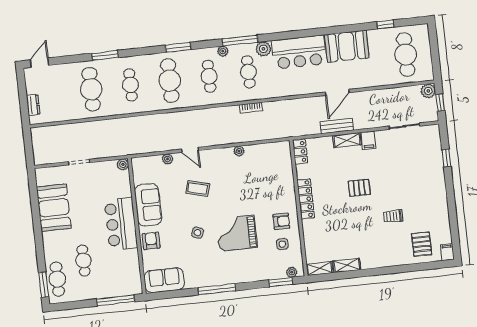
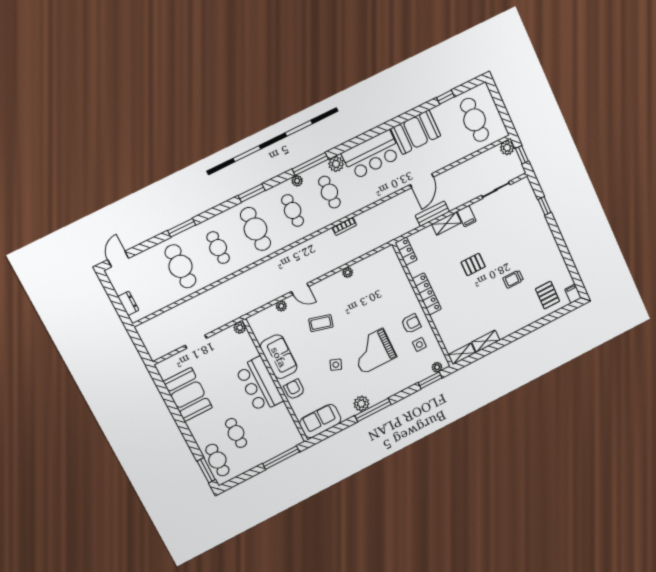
plant: (208, 279) -> (361, 404), added

